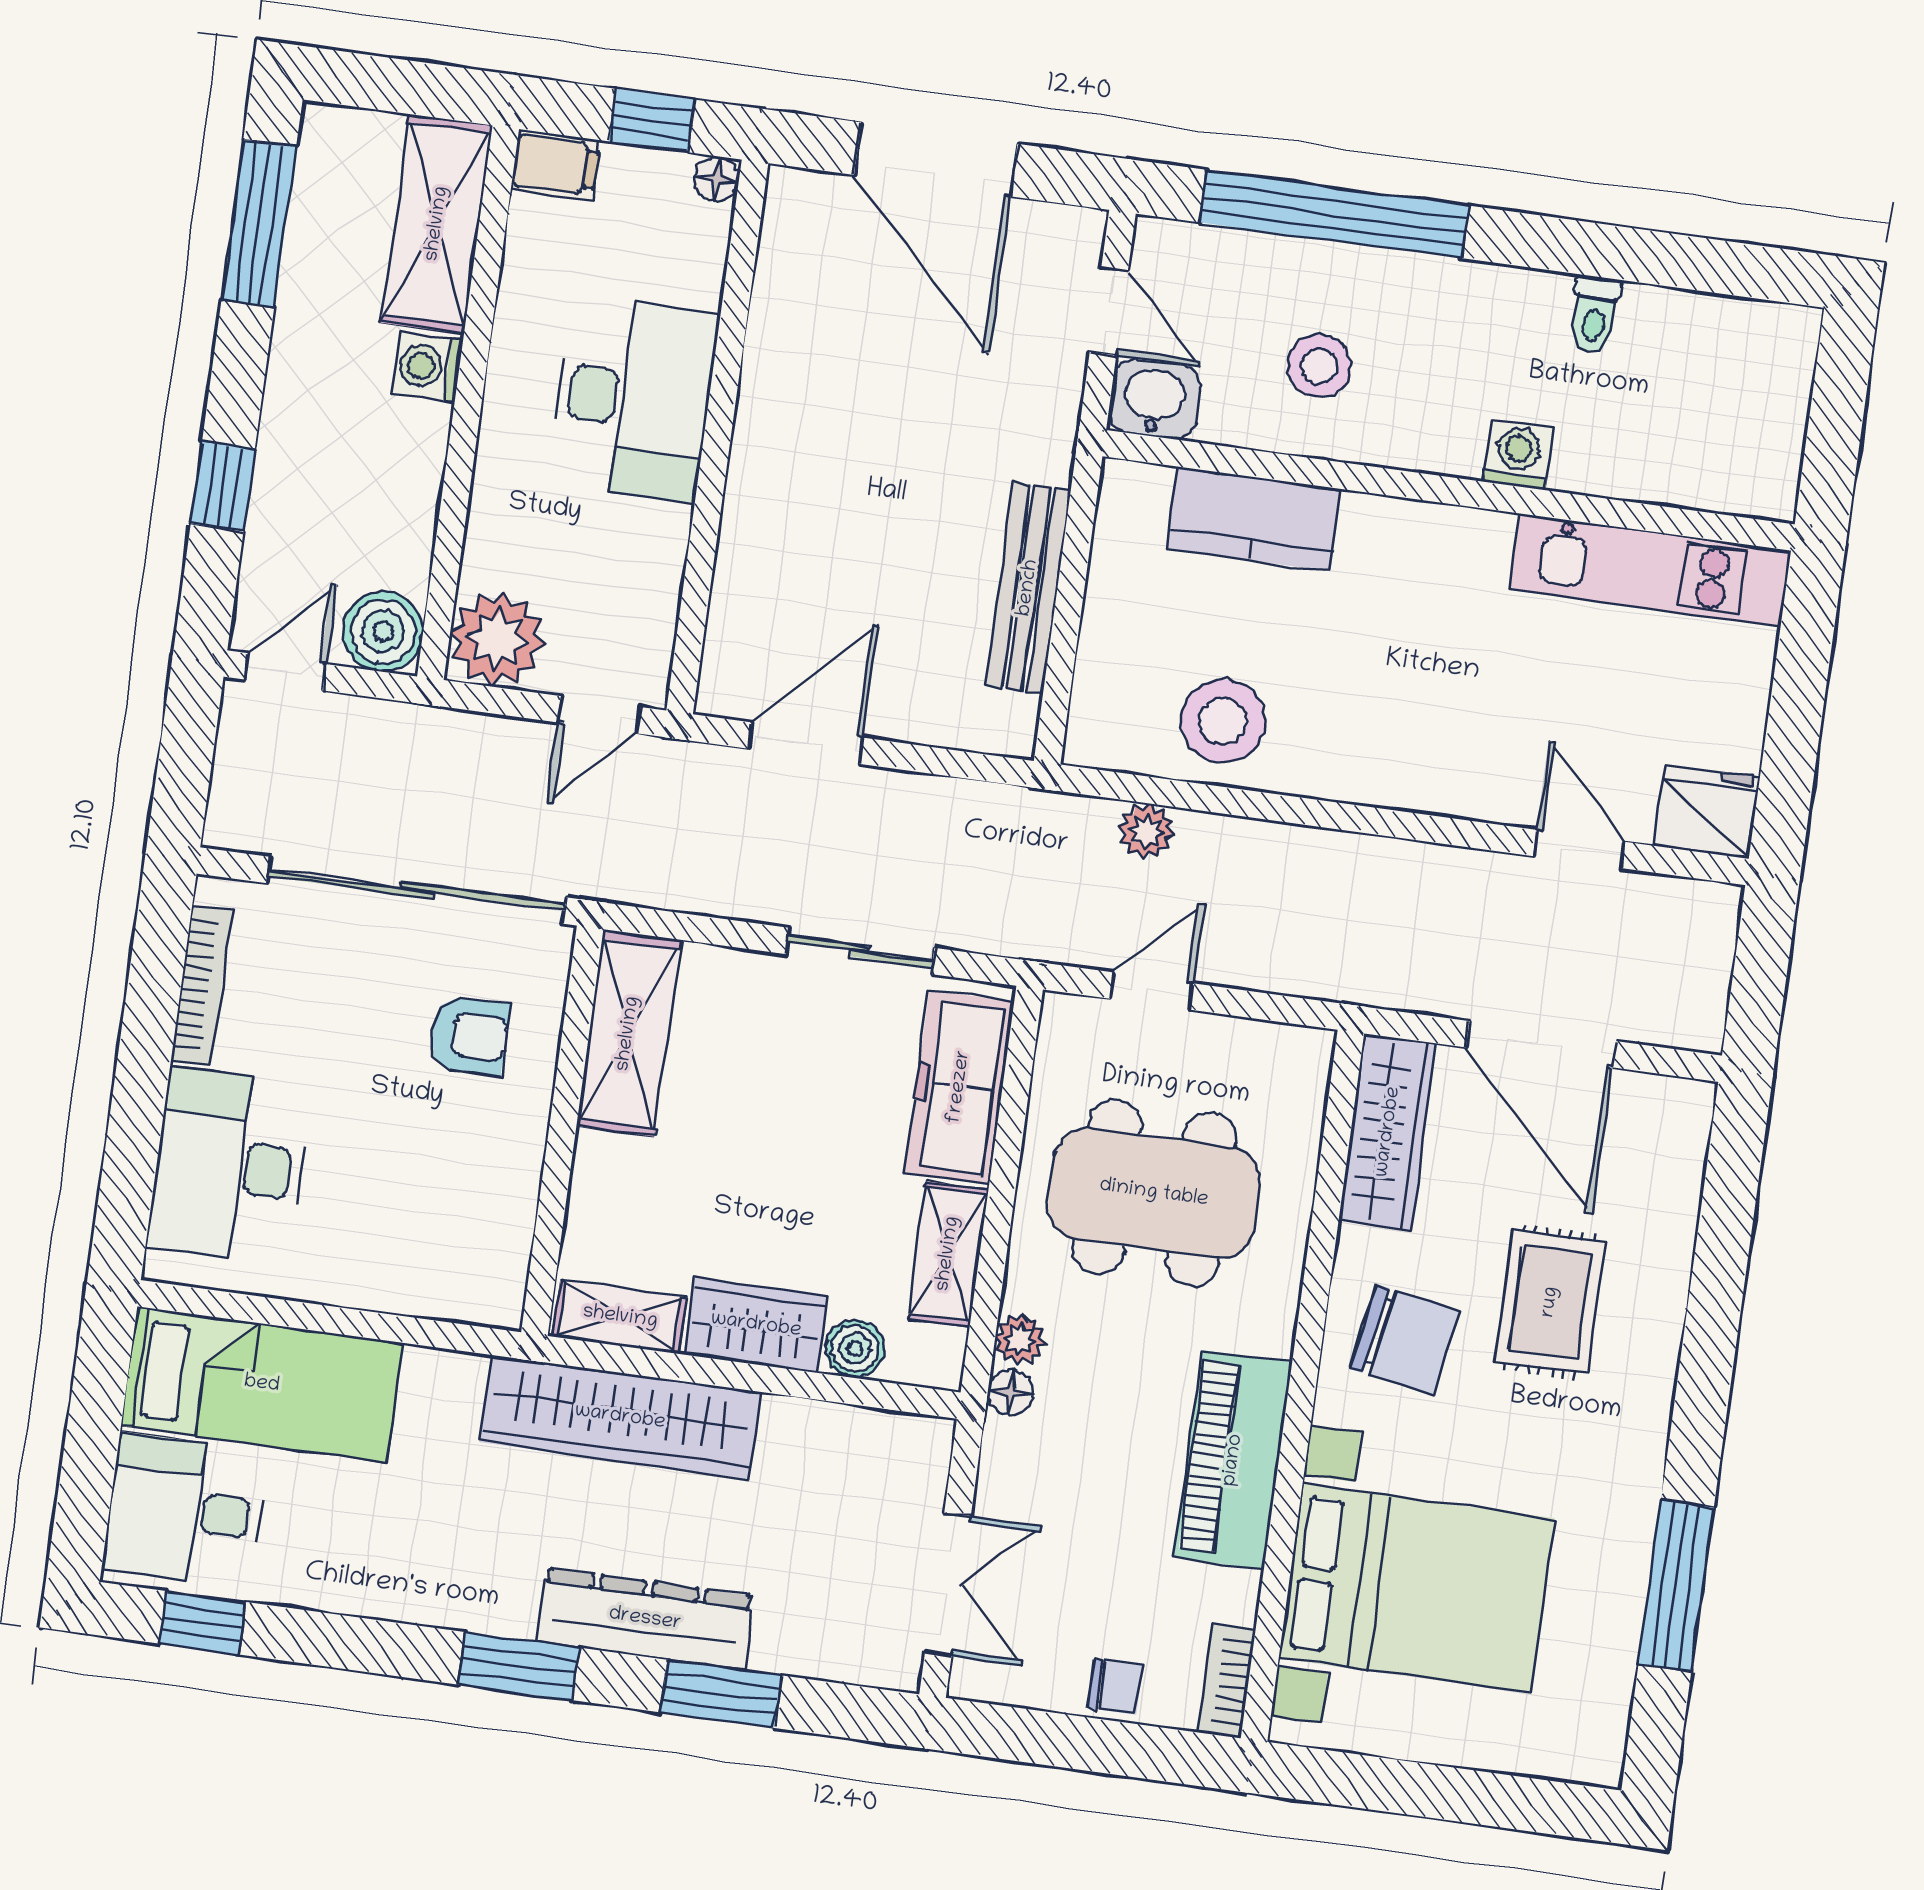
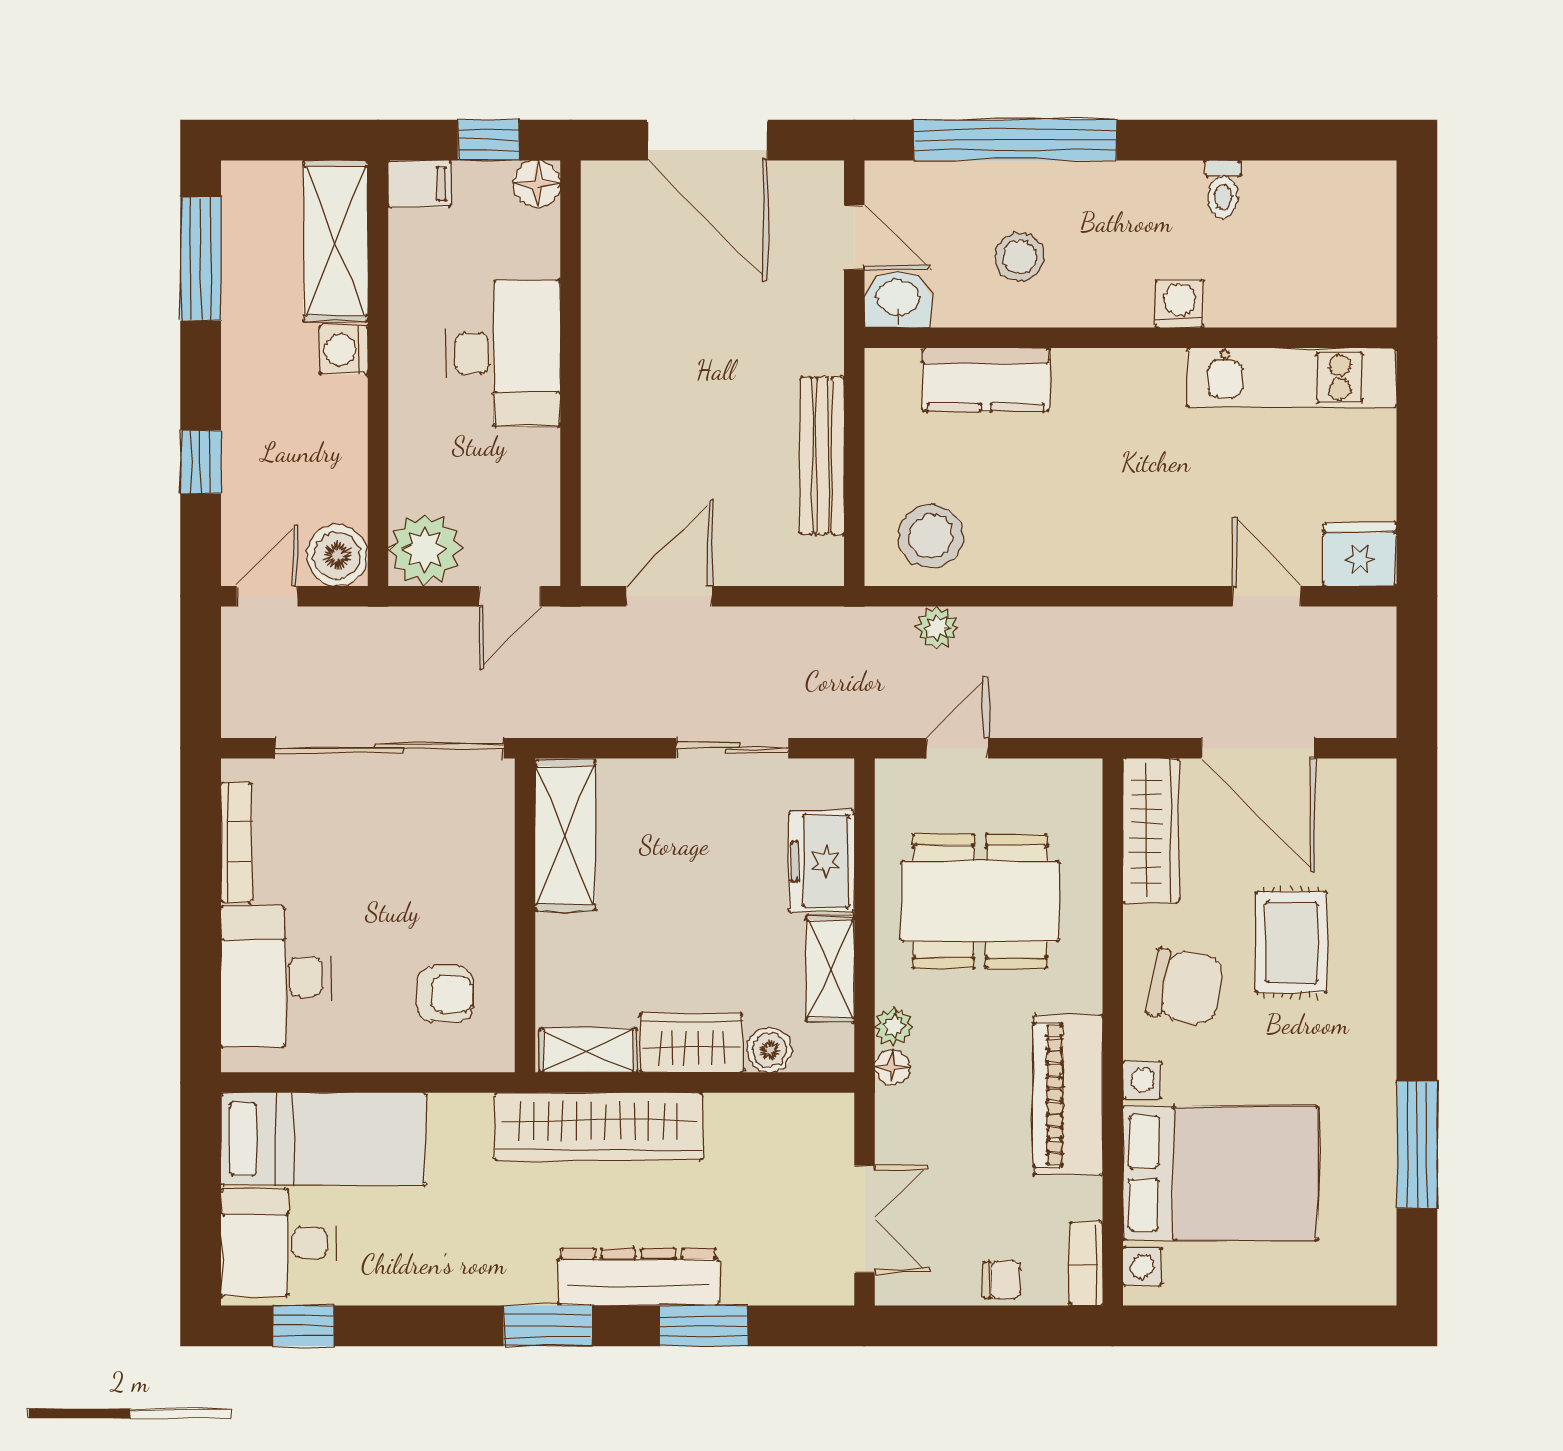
floor lamp: (717, 179) -> (537, 184), width x1.37, depth x1.37
stool: (1223, 721) -> (931, 536), moved
armchair: (469, 1036) -> (445, 994), moved
freezer: (959, 1087) -> (822, 861), width x0.71

